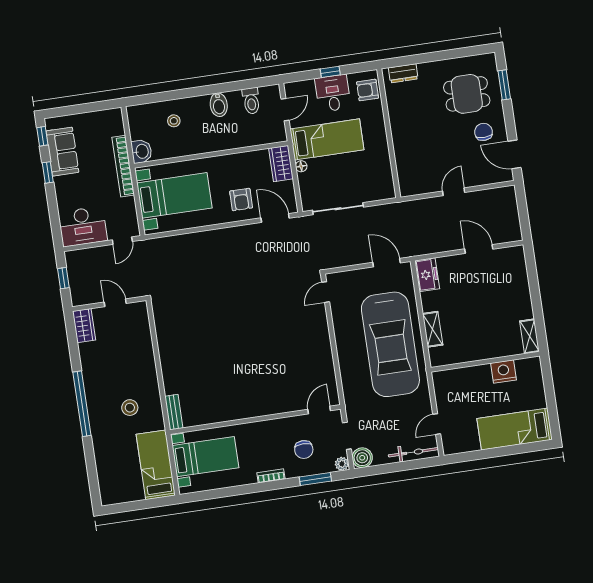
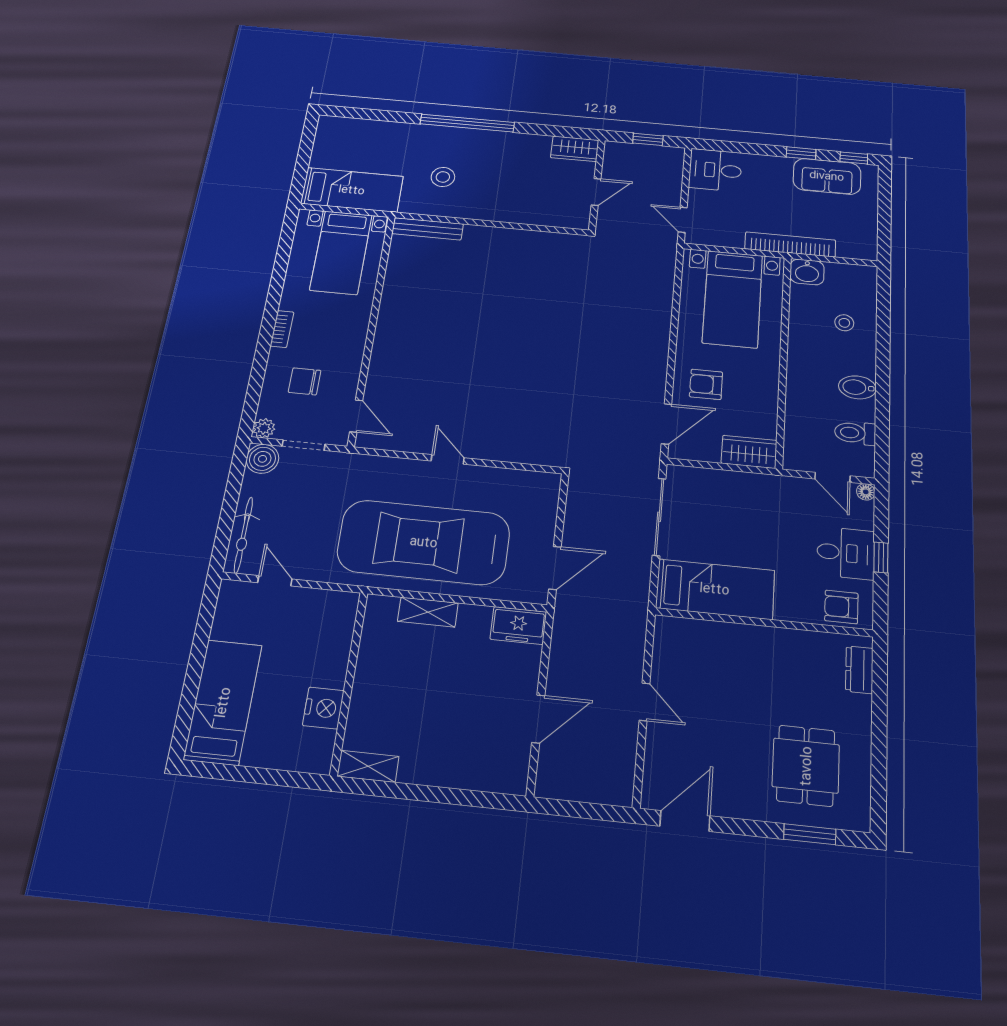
armchair: (368, 90) -> (841, 607), turned -90
chair: (484, 132) -> (735, 777), removed
bed: (327, 139) -> (715, 589), moved, turned -90
floor lamp: (301, 166) -> (866, 492), moved
desk: (83, 226) -> (715, 170), width x0.73
door: (326, 292) -> (448, 459), moved
bench: (174, 412) -> (428, 229), width x1.36
window: (315, 479) -> (255, 387), removed

